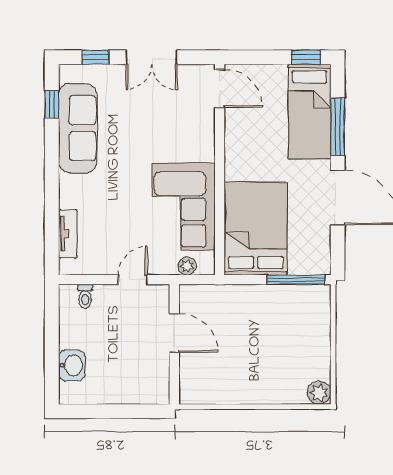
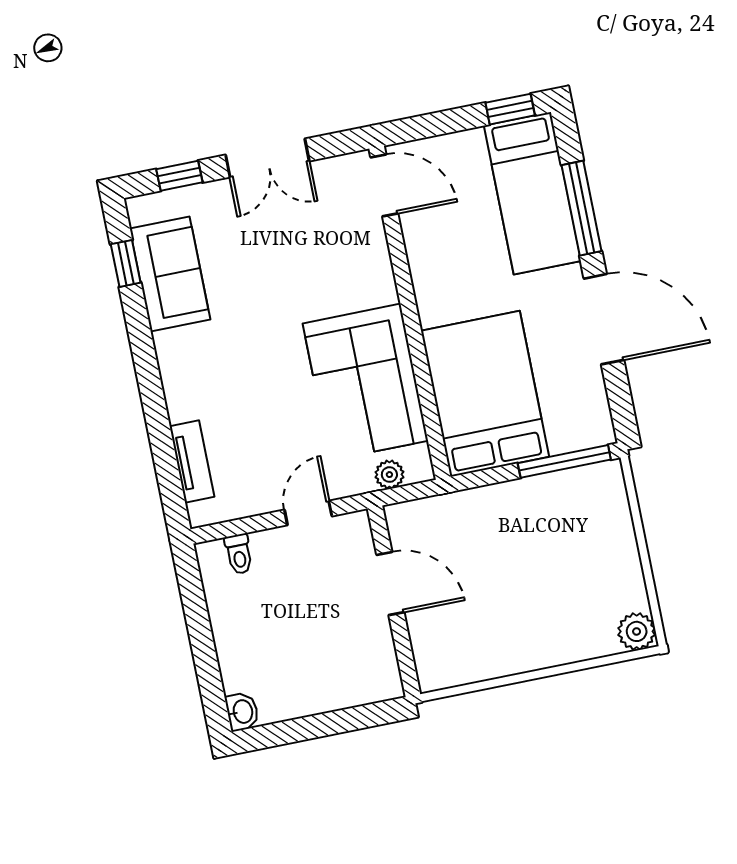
sofa: (78, 128) -> (170, 274), width x0.73
washbasin: (72, 365) -> (242, 712), moved, width x0.72, depth x0.69

